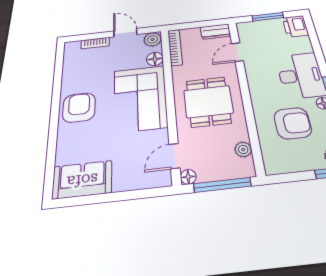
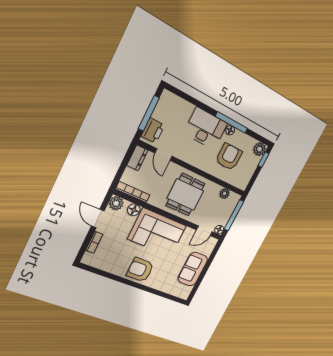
window: (268, 17) -> (149, 113), width x1.44
printer: (295, 26) -> (153, 131), moved, turned -90
door: (125, 33) -> (98, 219), hinge flipped
dining table: (208, 102) -> (185, 195), turned 90
door: (174, 156) -> (204, 231), hinge flipped
sofa: (82, 180) -> (193, 269), moved

